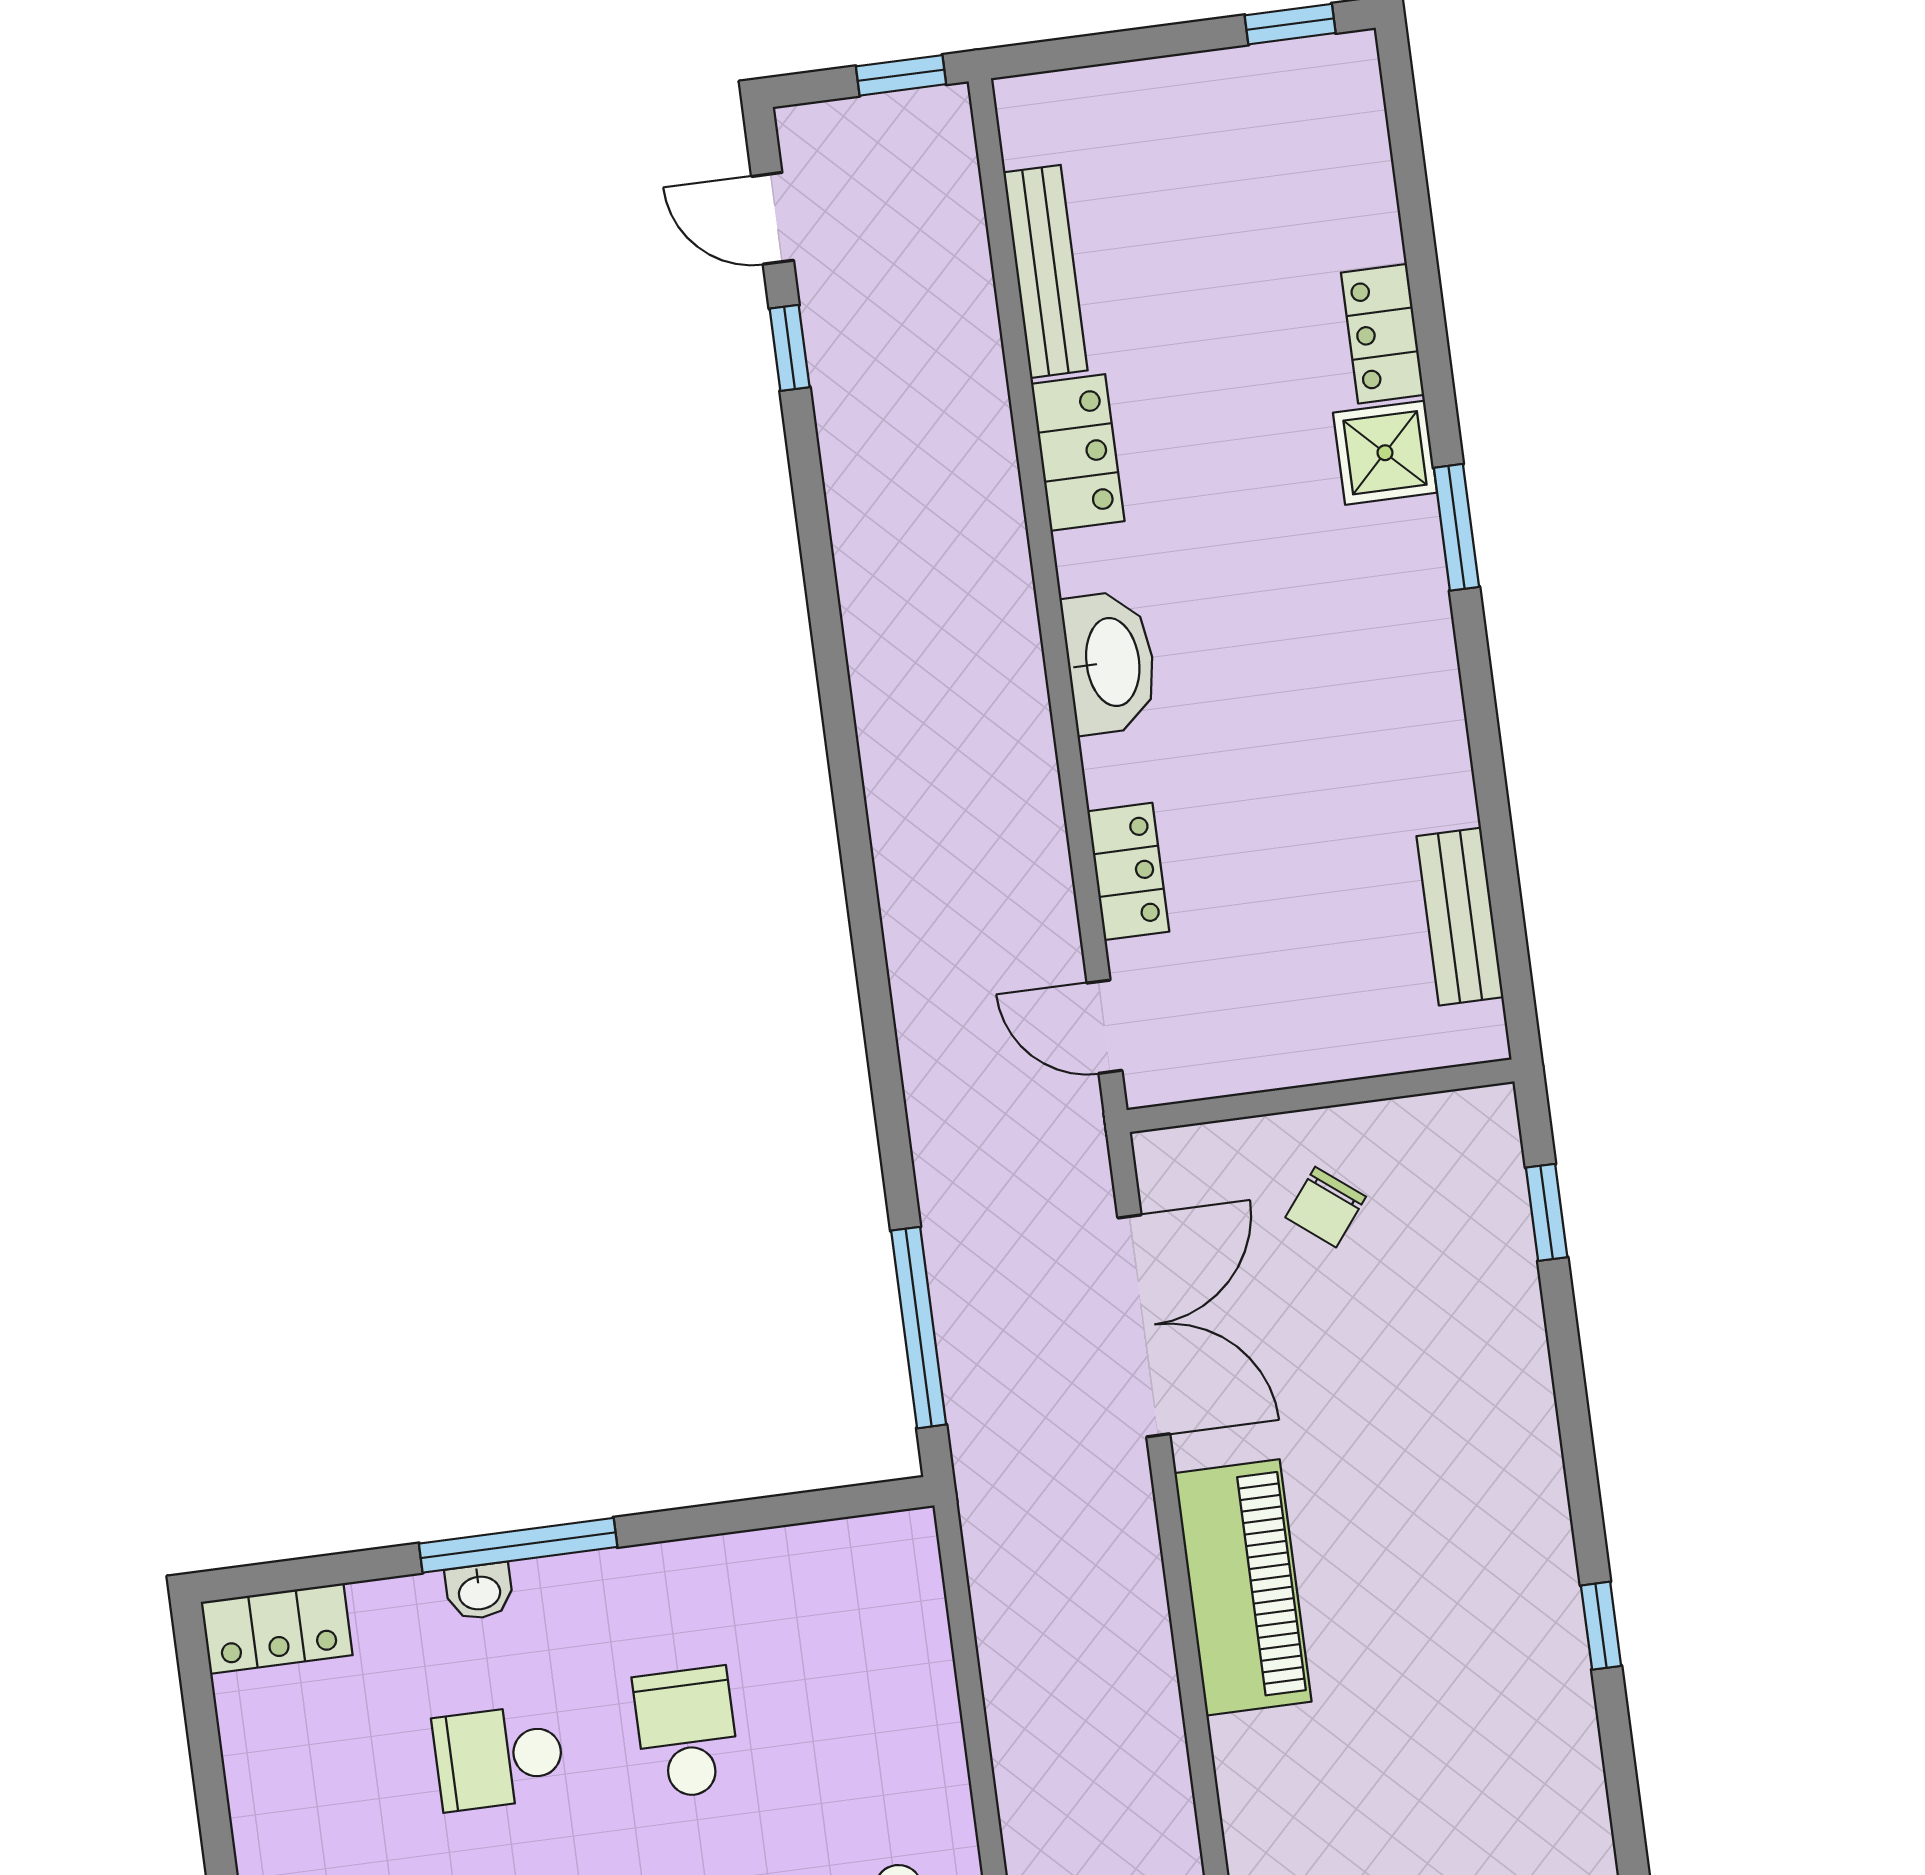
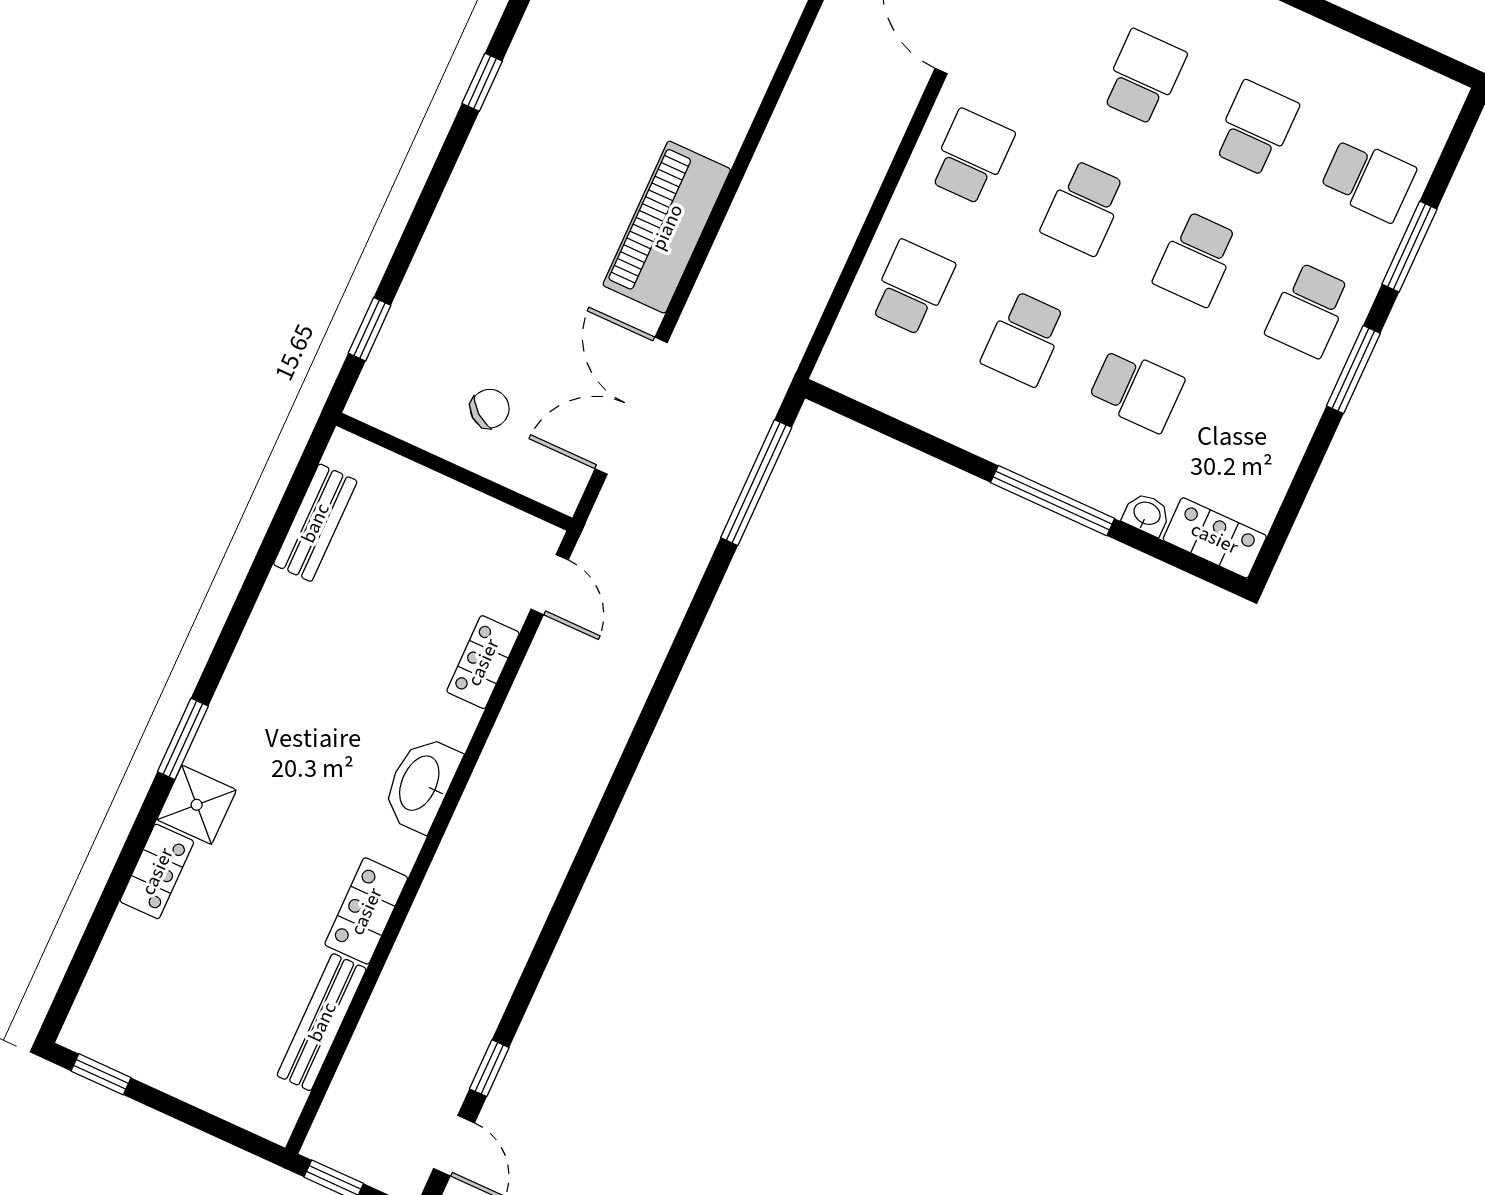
washbasin: (479, 1591) -> (1147, 514), moved
school desk: (875, 1708) -> (912, 288), added

